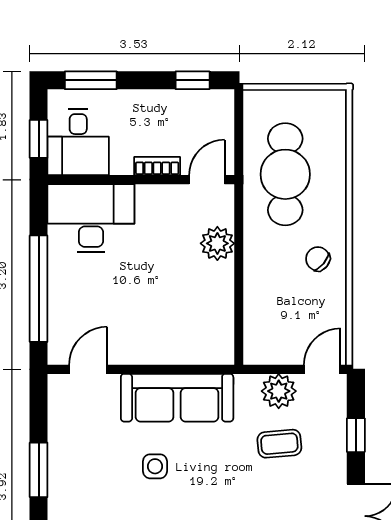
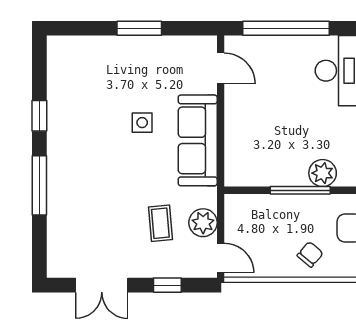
window: (239, 271) -> (300, 190), added

